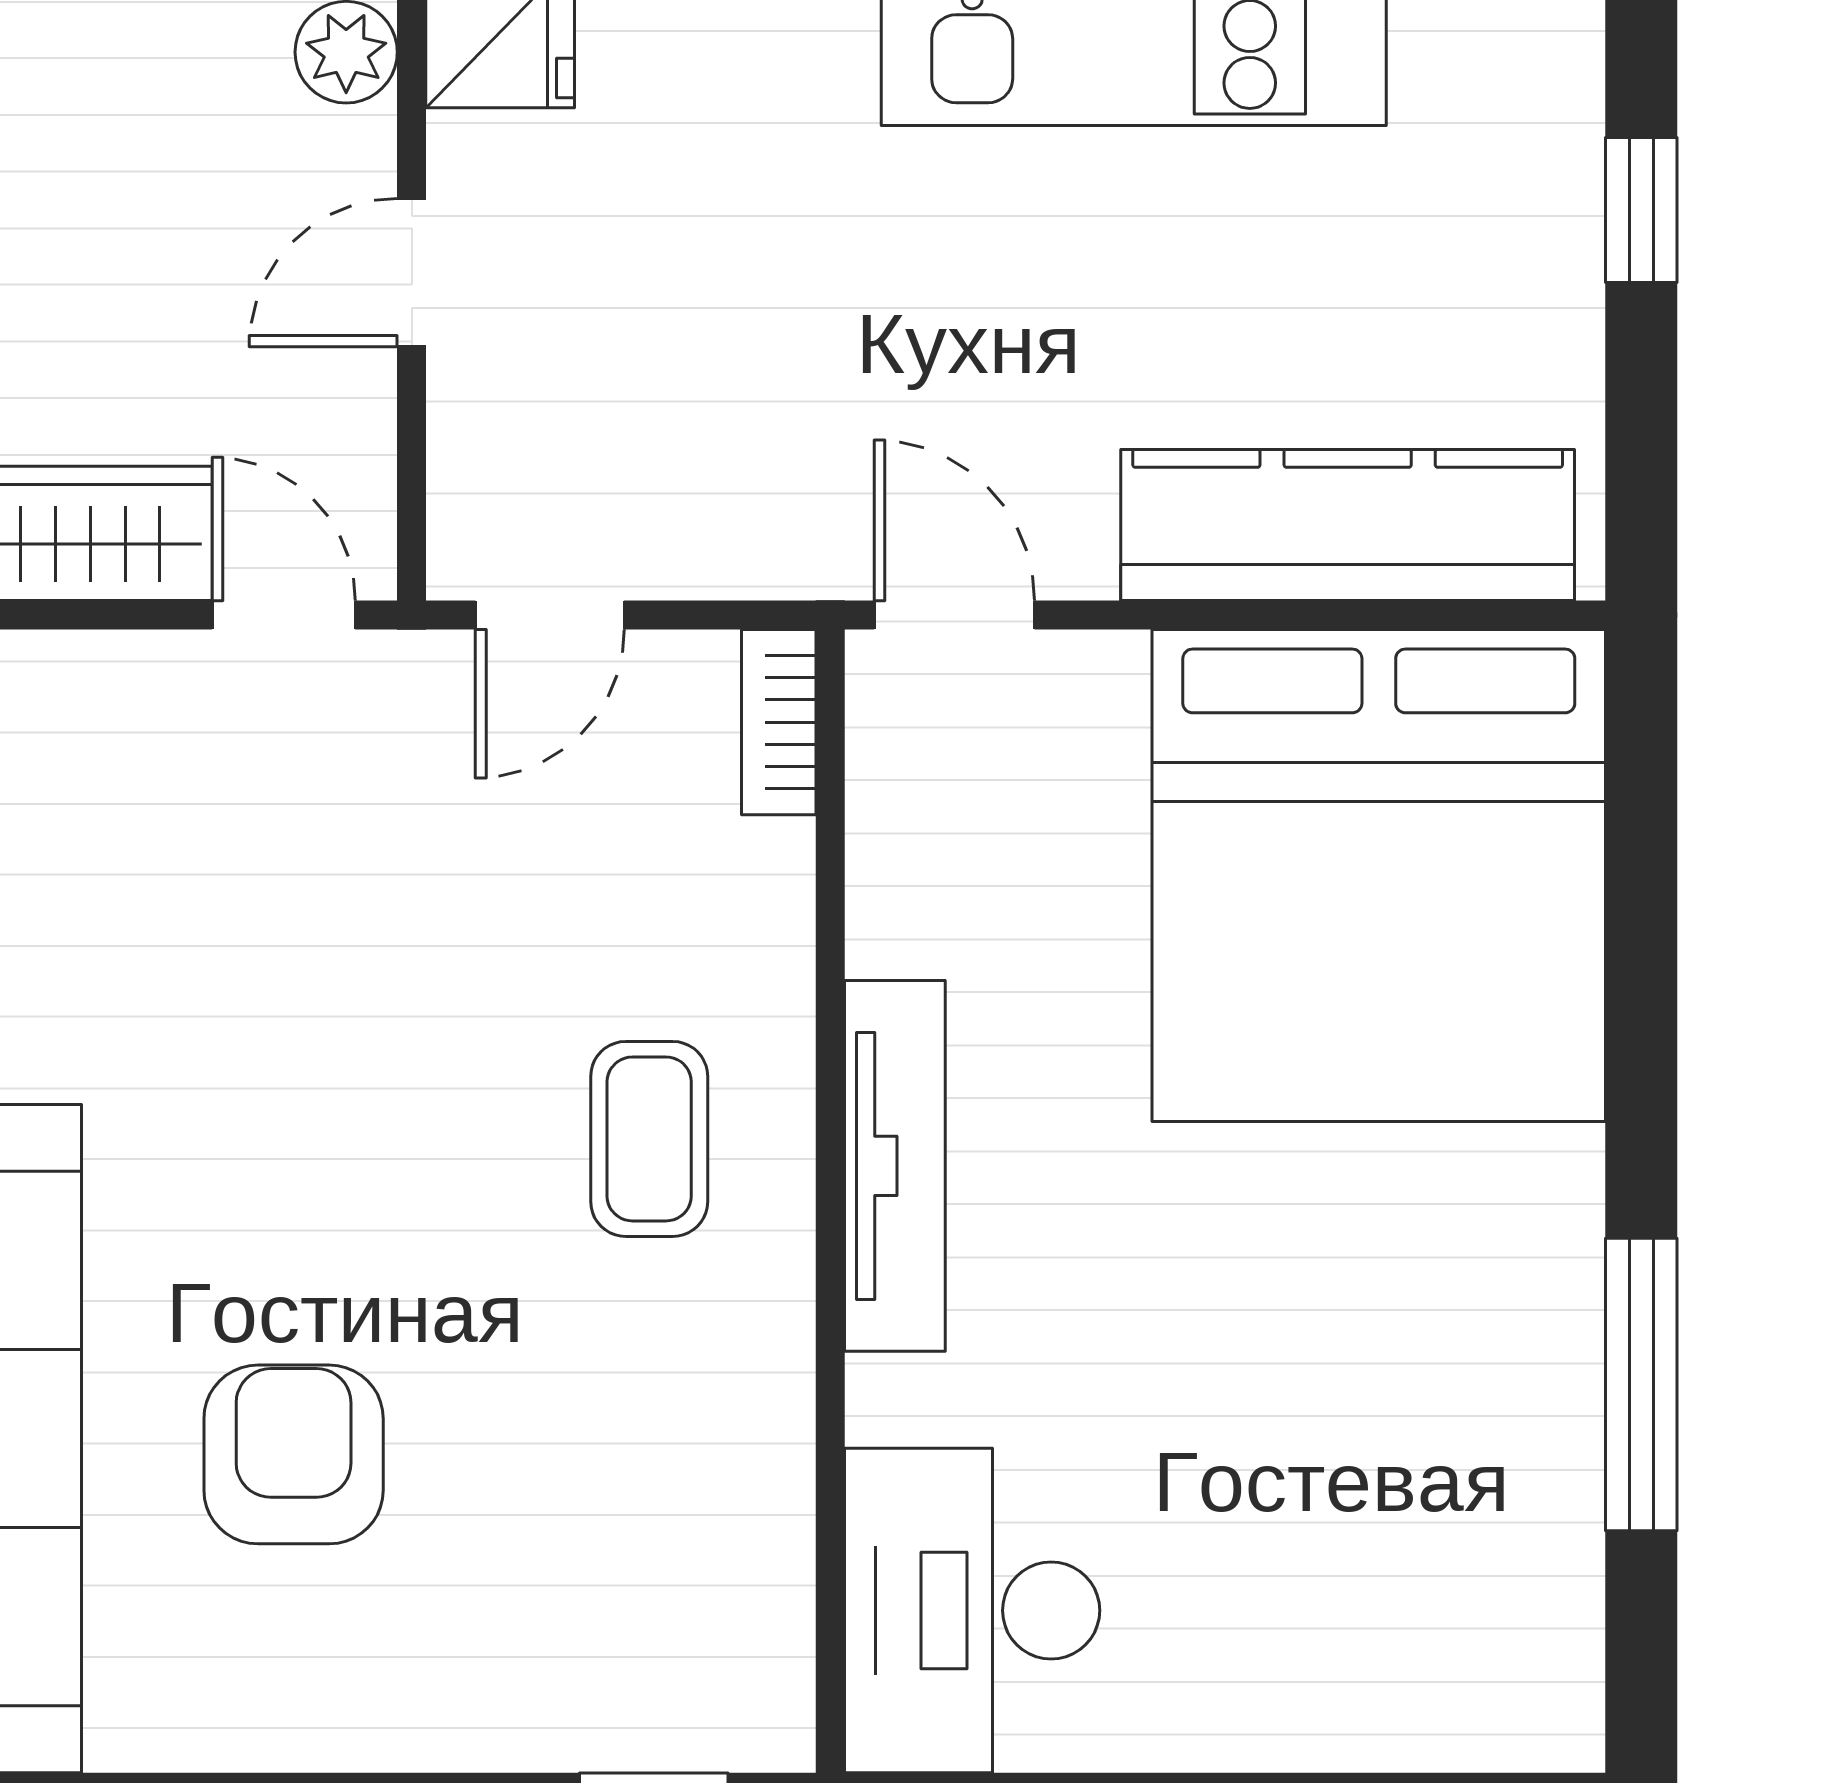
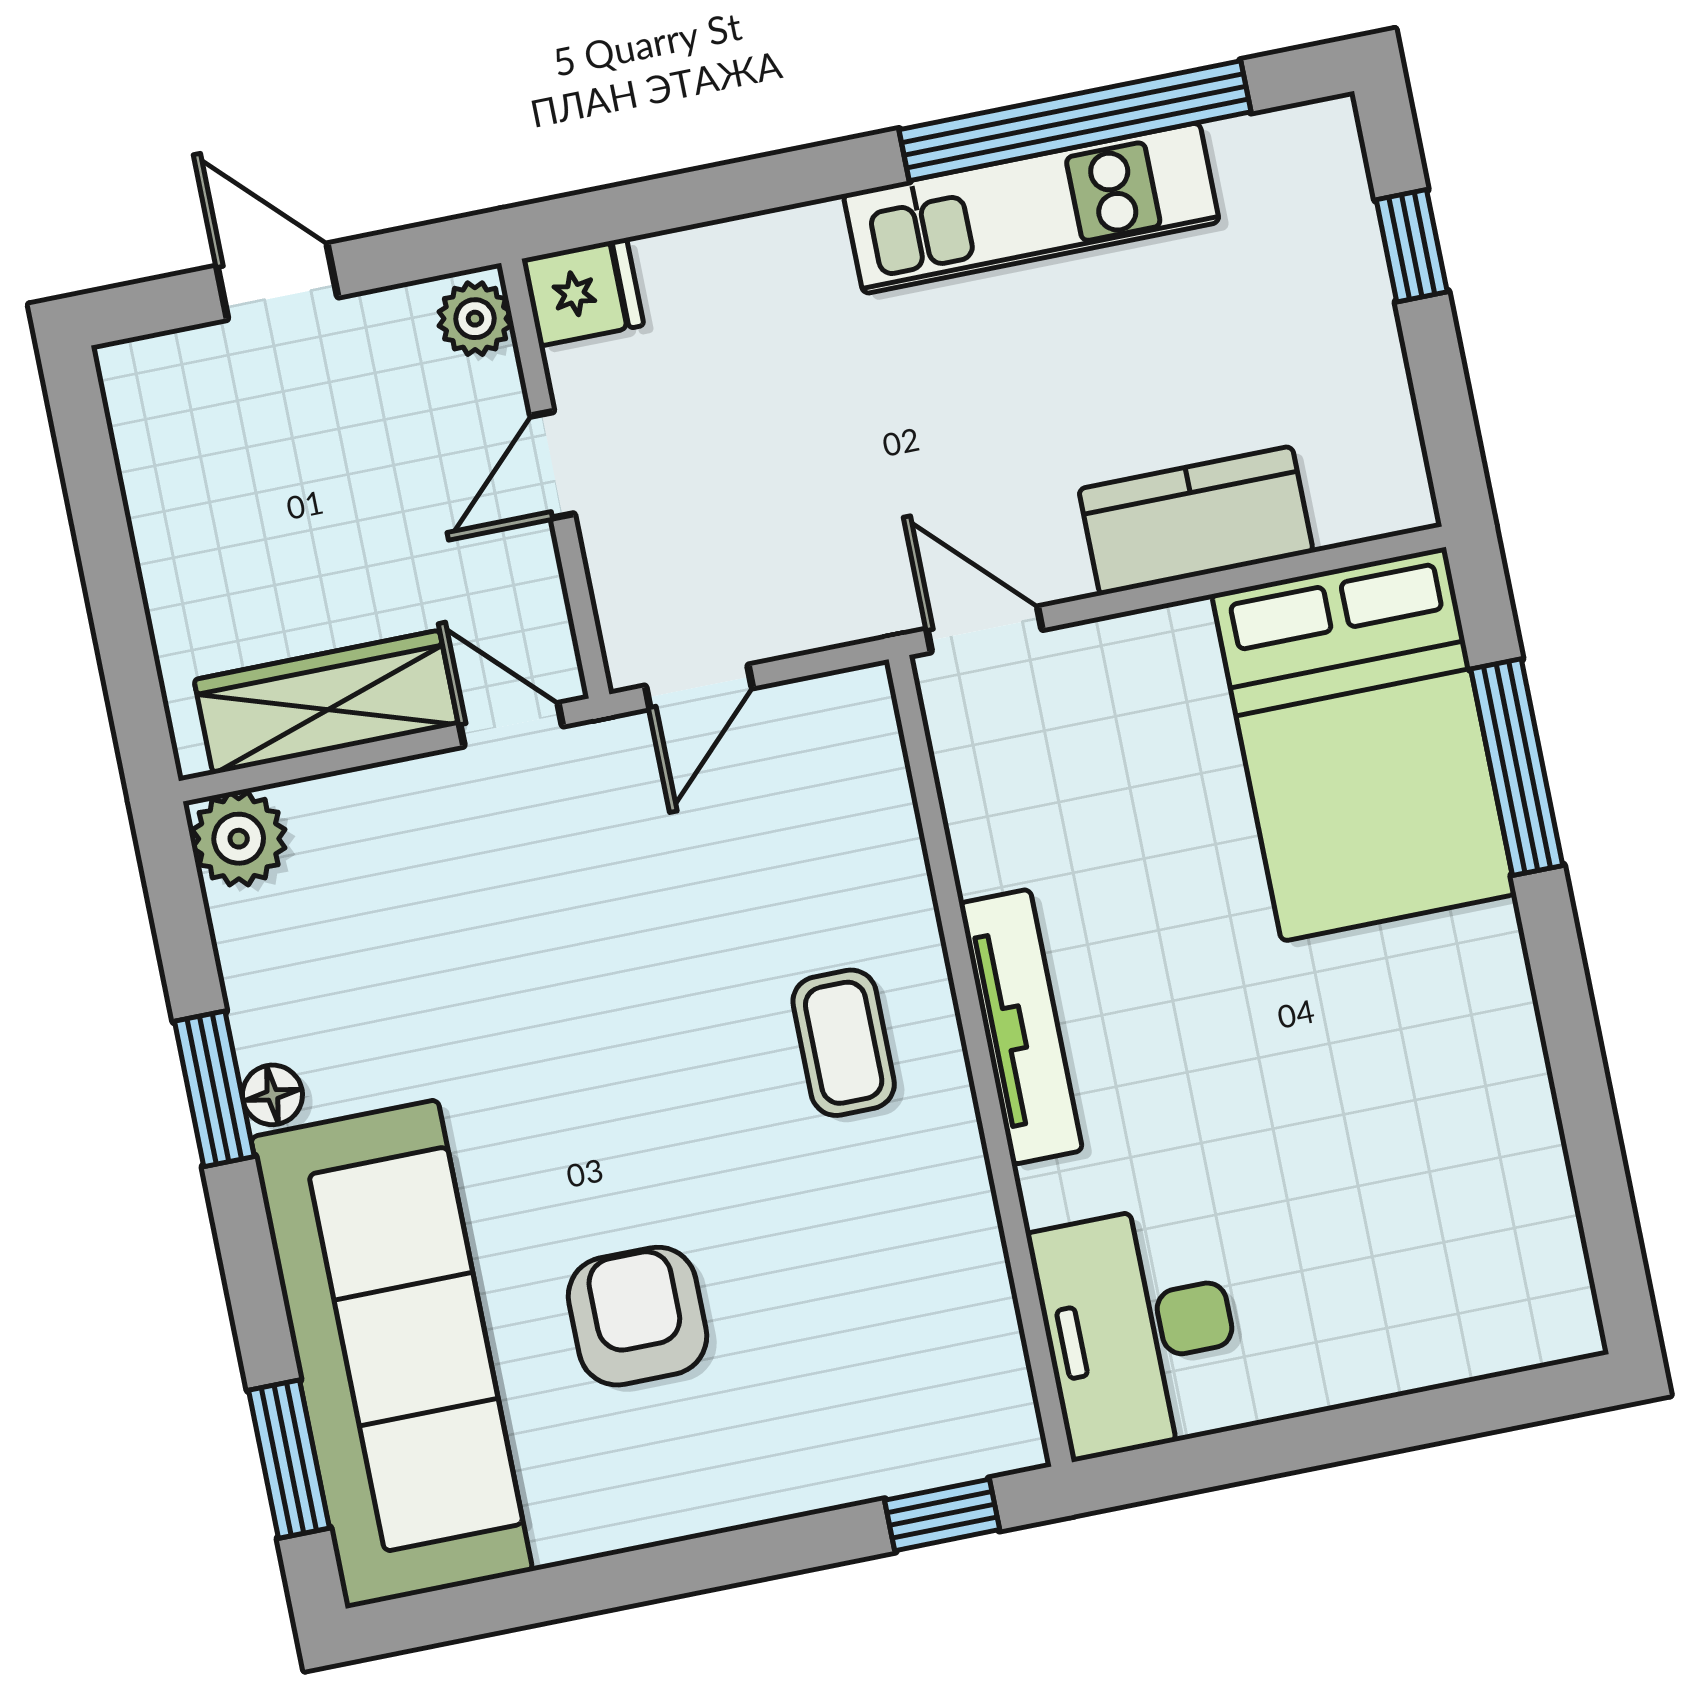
kitchen counter: (1348, 525) -> (1196, 521), width x0.67
bookcase: (779, 722) -> (876, 730), removed
bed: (1379, 875) -> (1364, 744), width x0.73
window: (1641, 1384) -> (1517, 767), moved

